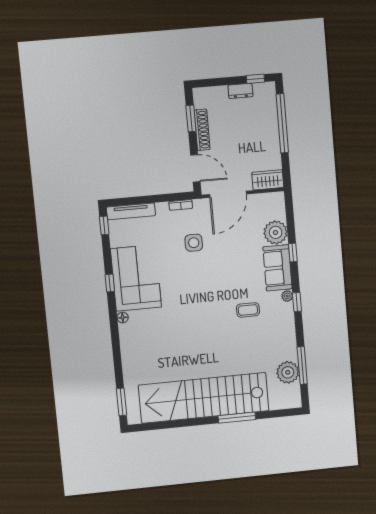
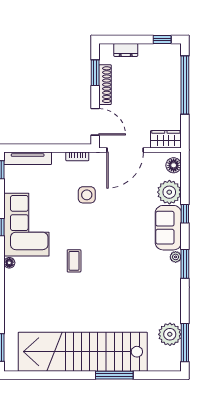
dresser: (240, 91) -> (126, 50), moved
floor lamp: (278, 205) -> (174, 165), added
window: (297, 302) -> (185, 264), width x1.50
coffee table: (248, 310) -> (74, 261), moved, turned 90
window: (302, 365) -> (185, 343), moved

